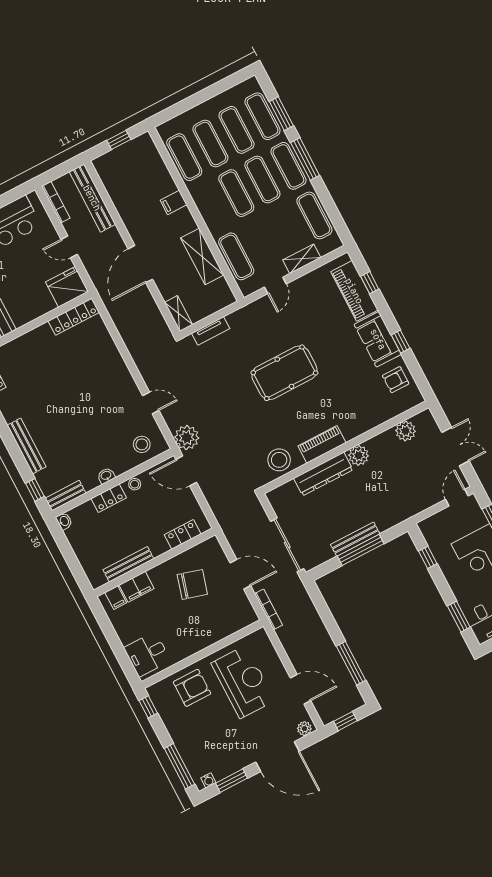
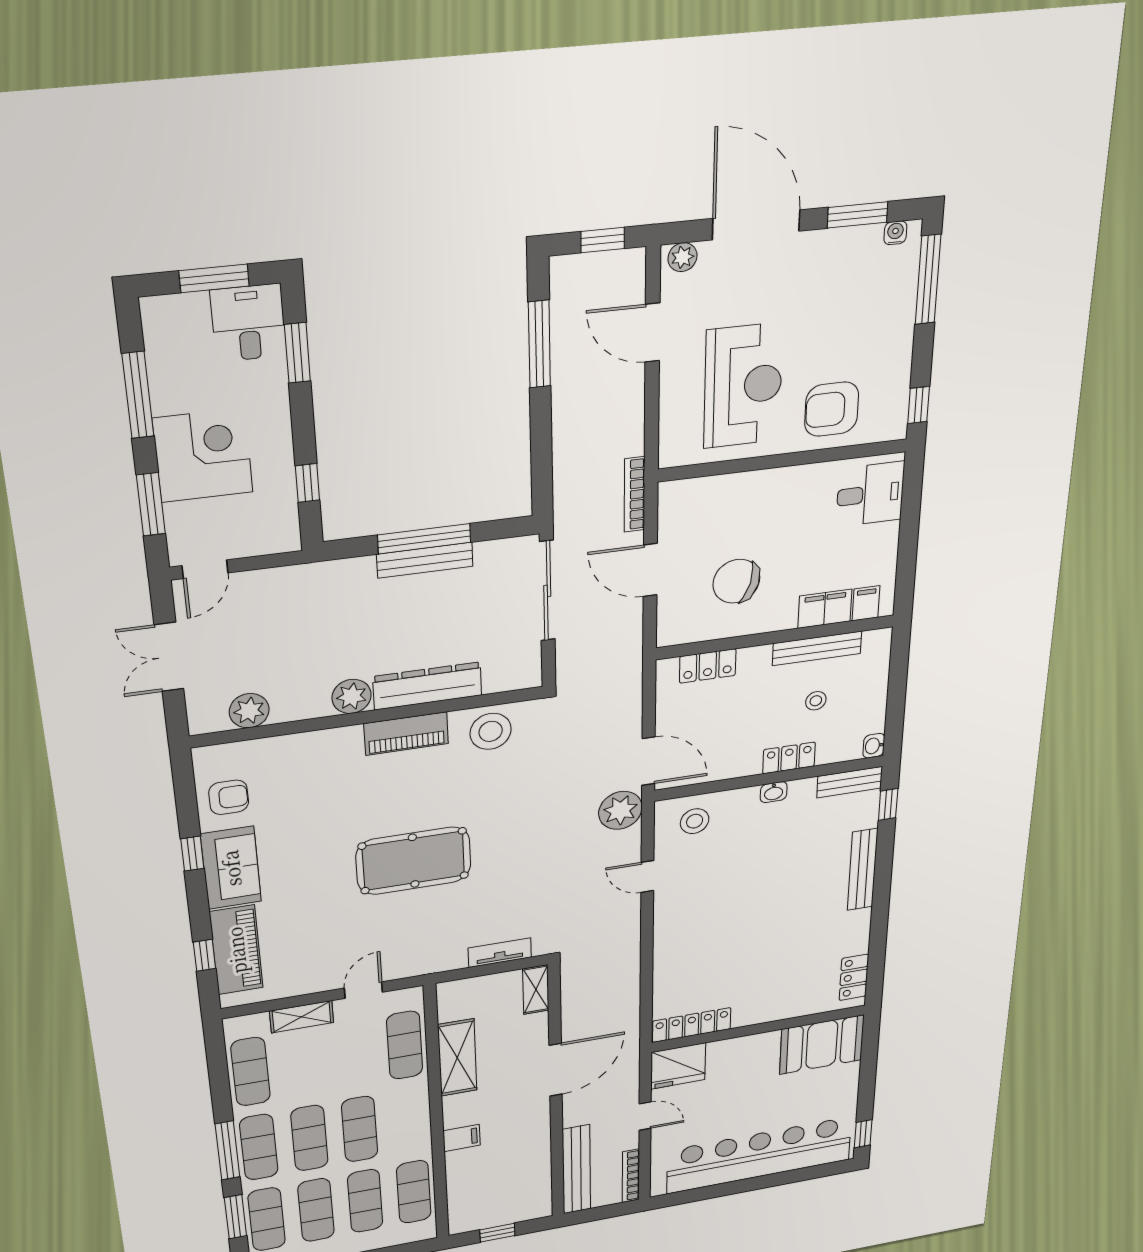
stool: (135, 484) -> (816, 701), moved
reception desk: (243, 682) -> (743, 386), turned 180

